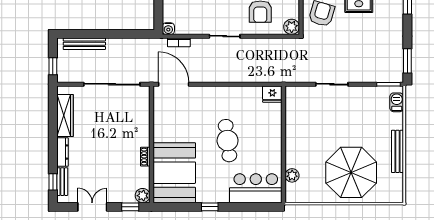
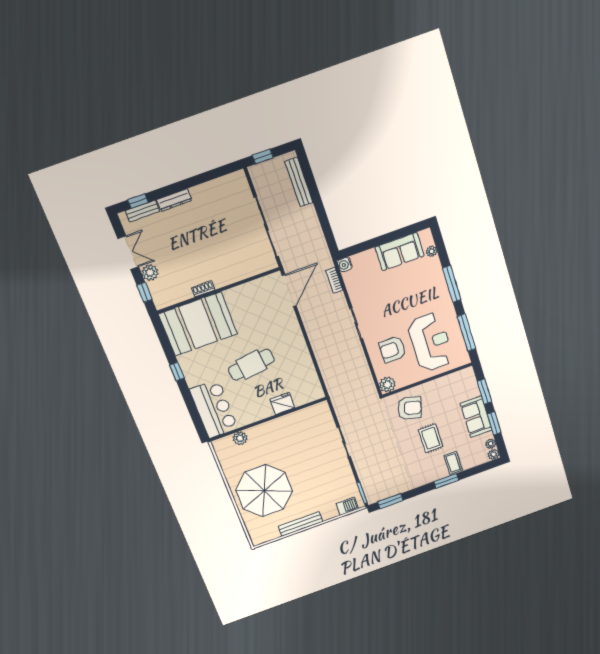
fridge: (272, 94) -> (282, 404), moved, turned 90
wardrobe: (65, 116) -> (215, 189), removed
plant: (143, 196) -> (150, 272), moved

